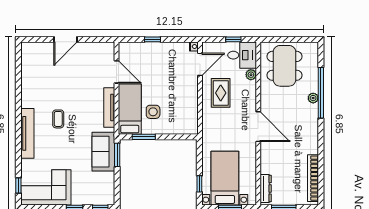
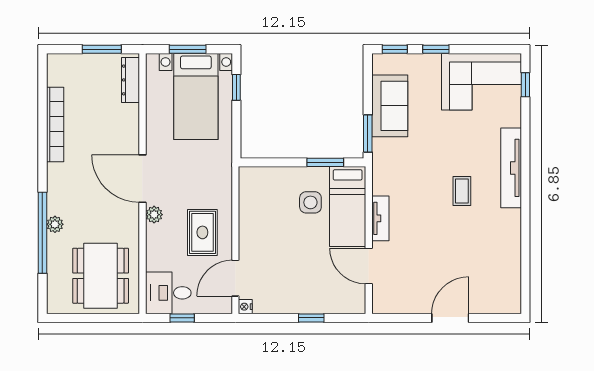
plant: (251, 75) -> (154, 215), moved
tv unit: (109, 108) -> (380, 218), width x0.71
sofa: (103, 152) -> (390, 106), moved
bookcase: (313, 178) -> (55, 124), moved

